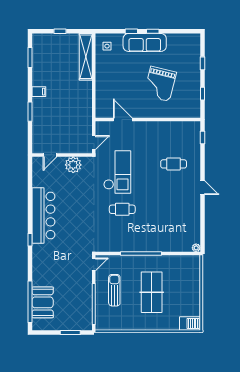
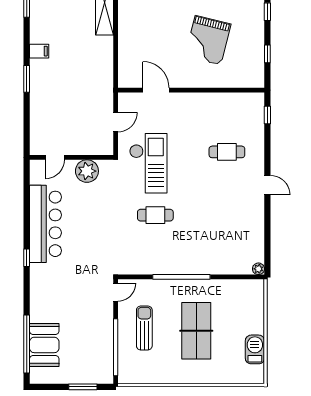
door: (50, 155) -> (55, 157), moved
wall: (62, 155) -> (72, 157), moved
plant: (73, 165) -> (87, 171), moved
barbecue: (190, 323) -> (255, 349), moved, turned -90

